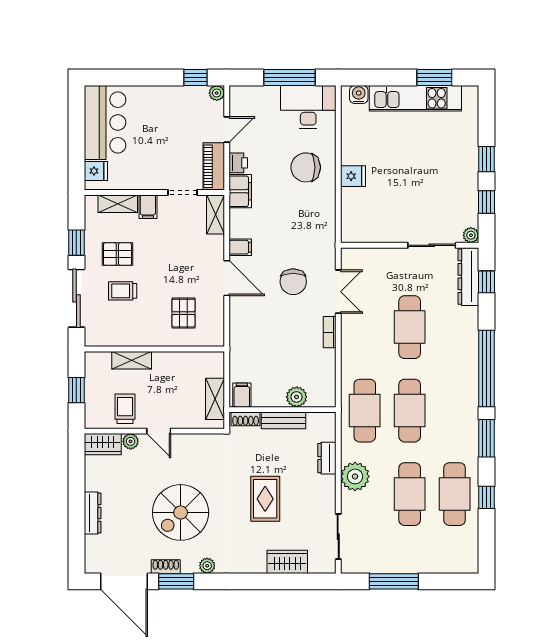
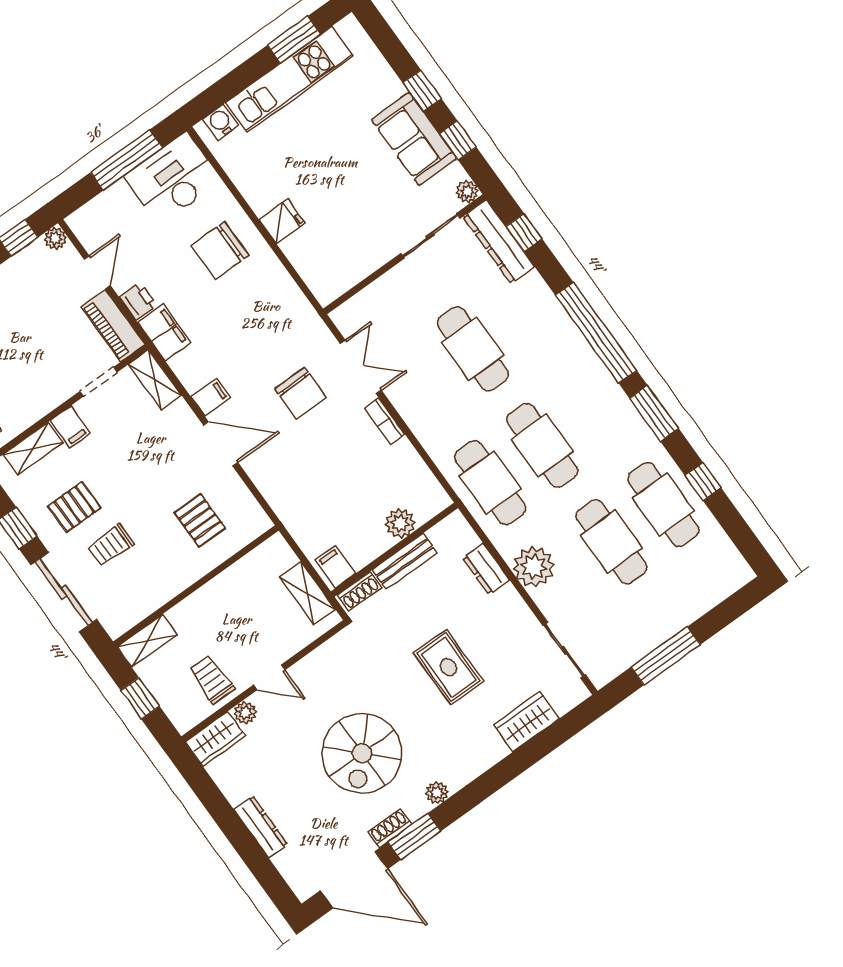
sofa: (462, 183) -> (414, 139), added
shelving: (132, 360) -> (147, 641), moved

